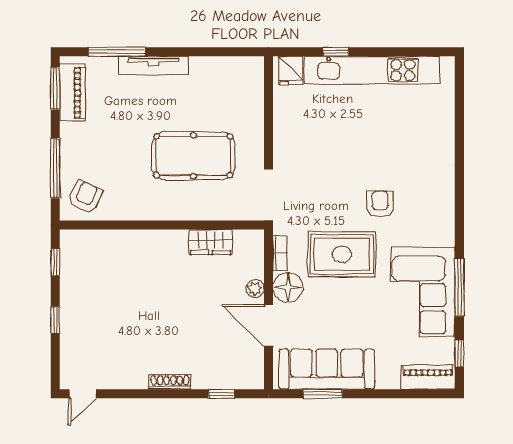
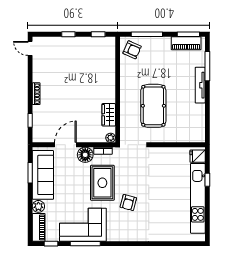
armchair: (380, 204) -> (128, 203), turned 105
plant: (255, 289) -> (111, 138), moved
plant: (388, 378) -> (38, 206), added

